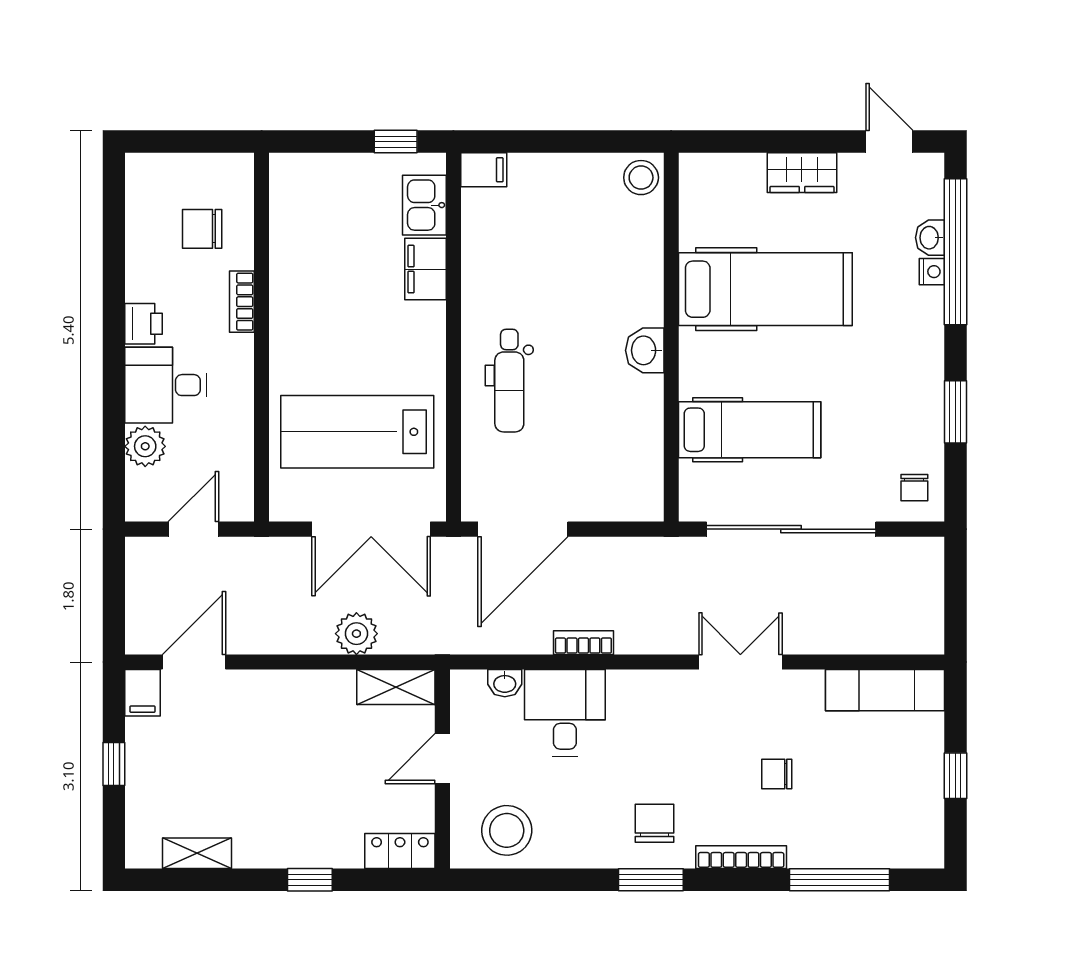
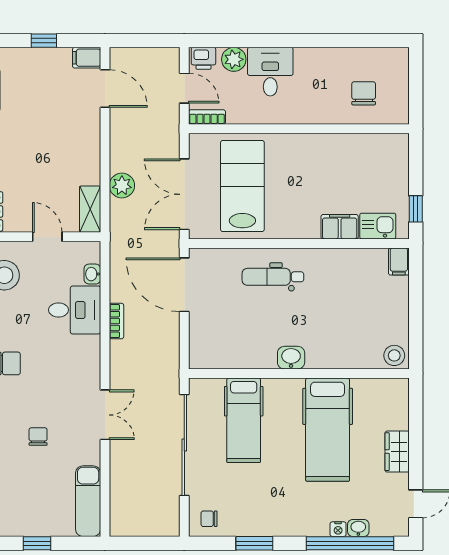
bookcase: (242, 302) -> (207, 117), moved
printer: (144, 324) -> (203, 58), moved

